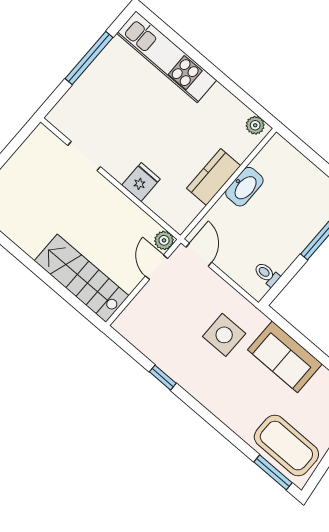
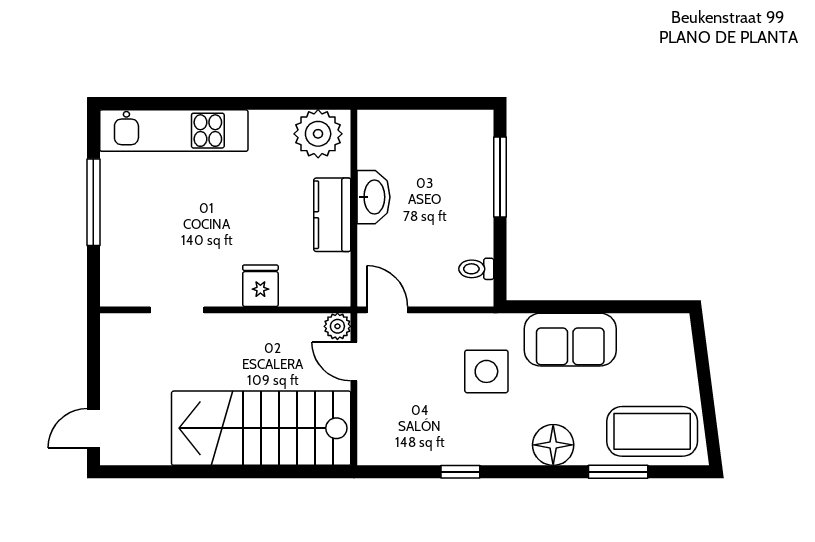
plant: (255, 125) -> (318, 134), width x1.87, depth x1.87
stairs: (82, 278) -> (261, 428), width x1.36, depth x1.51
floor lamp: (226, 406) -> (553, 445), added
window: (273, 472) -> (618, 472), moved

